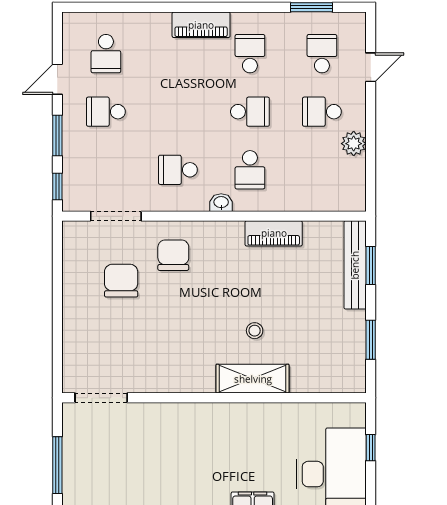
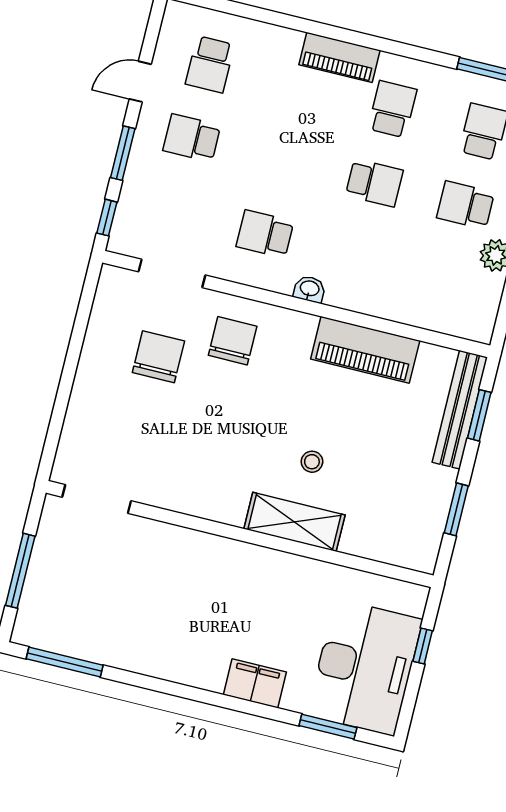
school desk: (250, 170) -> (356, 256), removed
piano: (274, 233) -> (365, 350), width x1.37, depth x1.33

